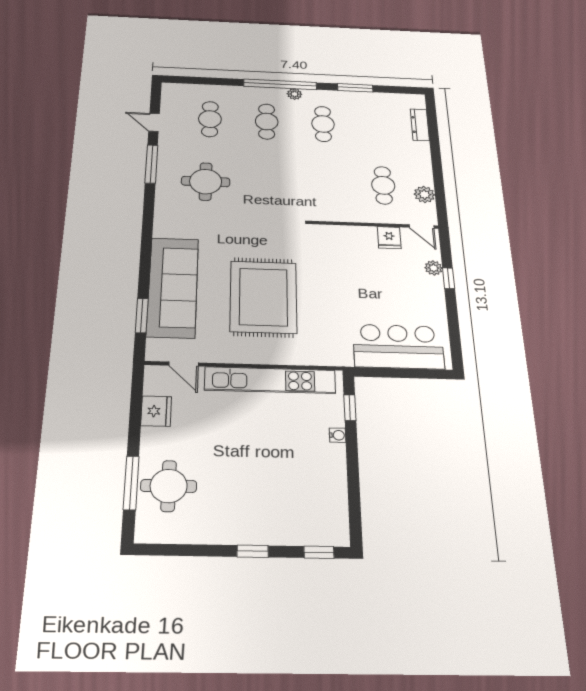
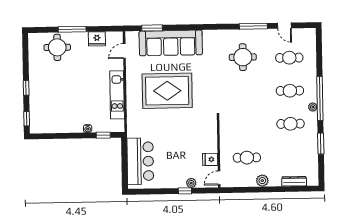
door: (154, 122) -> (284, 26), swing flipped
plant: (424, 194) -> (262, 181), moved
kitchen unit: (270, 380) -> (117, 95), width x0.73
window: (131, 483) -> (72, 29), moved

